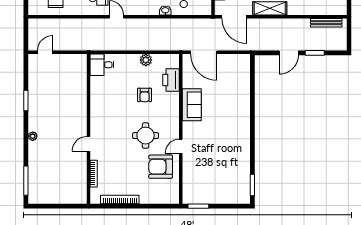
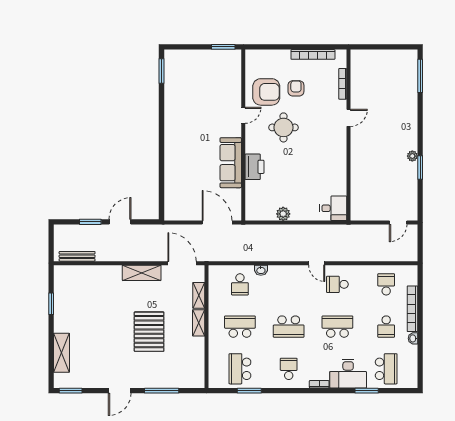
printer: (171, 80) -> (254, 167), moved
armchair: (145, 95) -> (296, 88), moved
sofa: (192, 105) -> (231, 163), width x1.36
plant: (33, 136) -> (412, 156), moved

